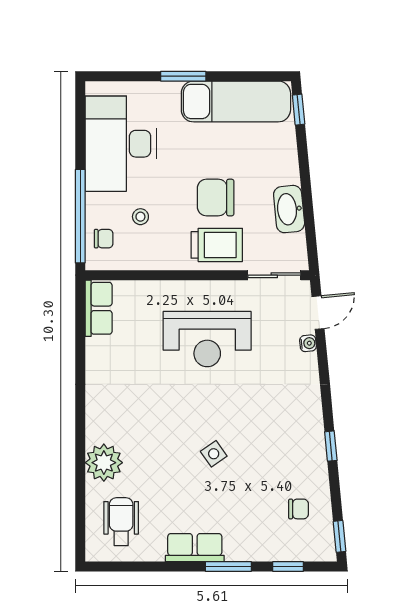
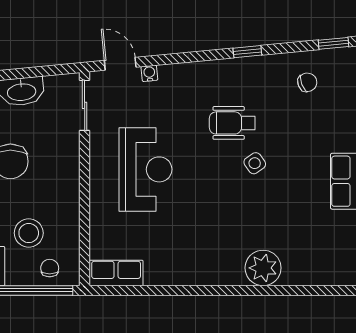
stool: (140, 217) -> (29, 233), width x1.89, depth x1.89
trolley: (217, 245) -> (56, 160), removed
chair: (299, 509) -> (307, 82), turned 69
wheelchair: (121, 522) -> (232, 123), moved

